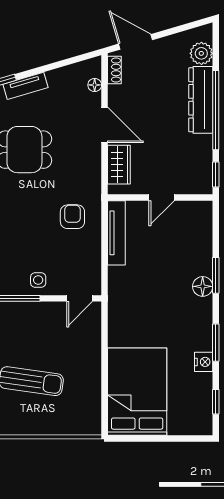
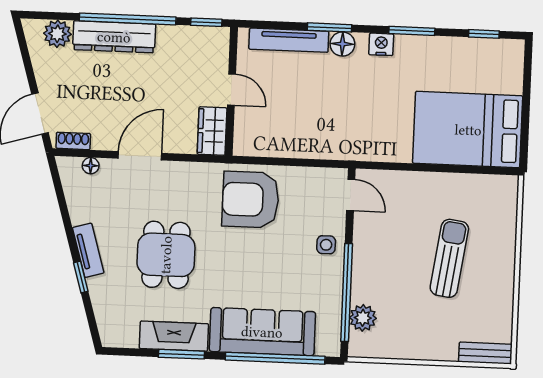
wardrobe: (119, 165) -> (212, 131), moved, turned -90
armchair: (72, 217) -> (250, 200), width x1.88, depth x1.88
tv unit: (116, 233) -> (289, 40), moved, turned 180
nightstand: (204, 362) -> (381, 44), moved

